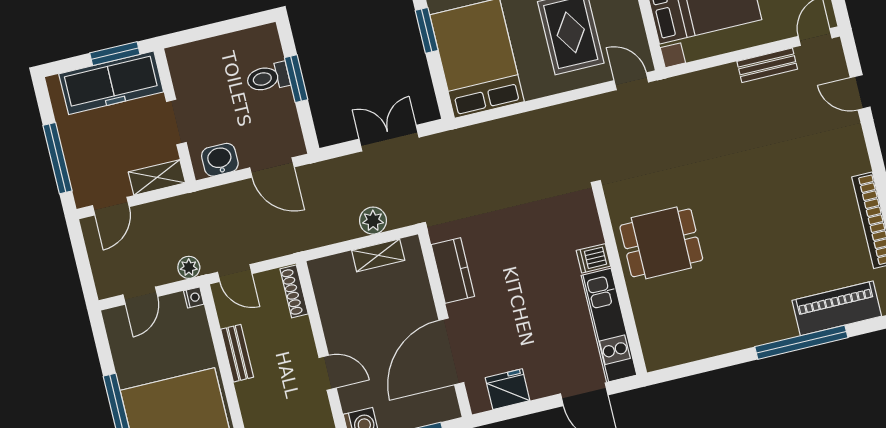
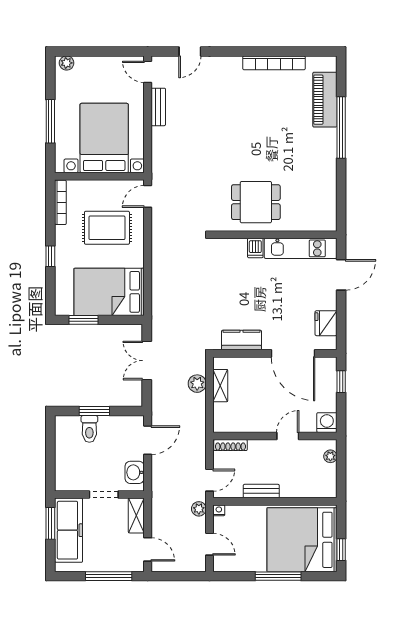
dining table: (661, 243) -> (256, 202), turned 90

